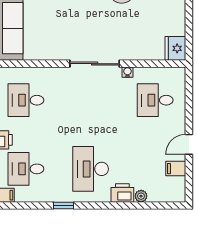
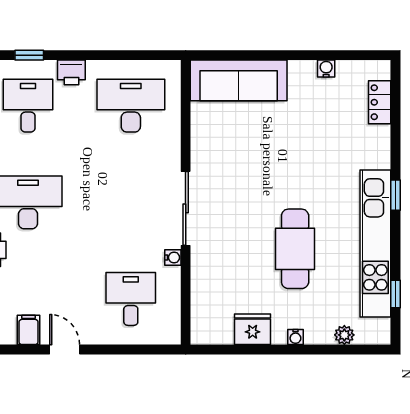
fridge: (175, 48) -> (253, 329), moved
desk: (26, 100) -> (131, 106), width x1.37

